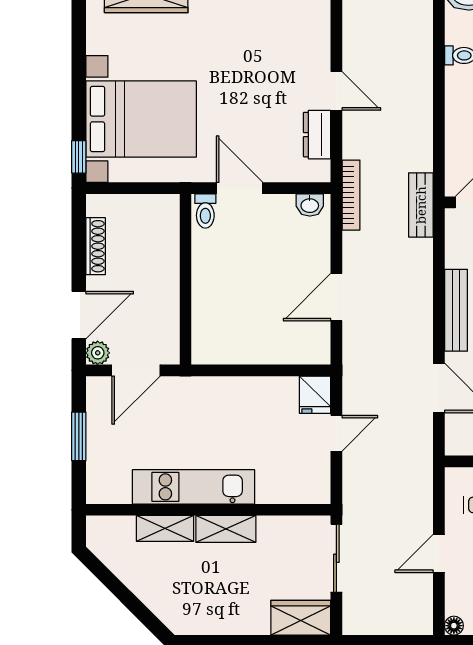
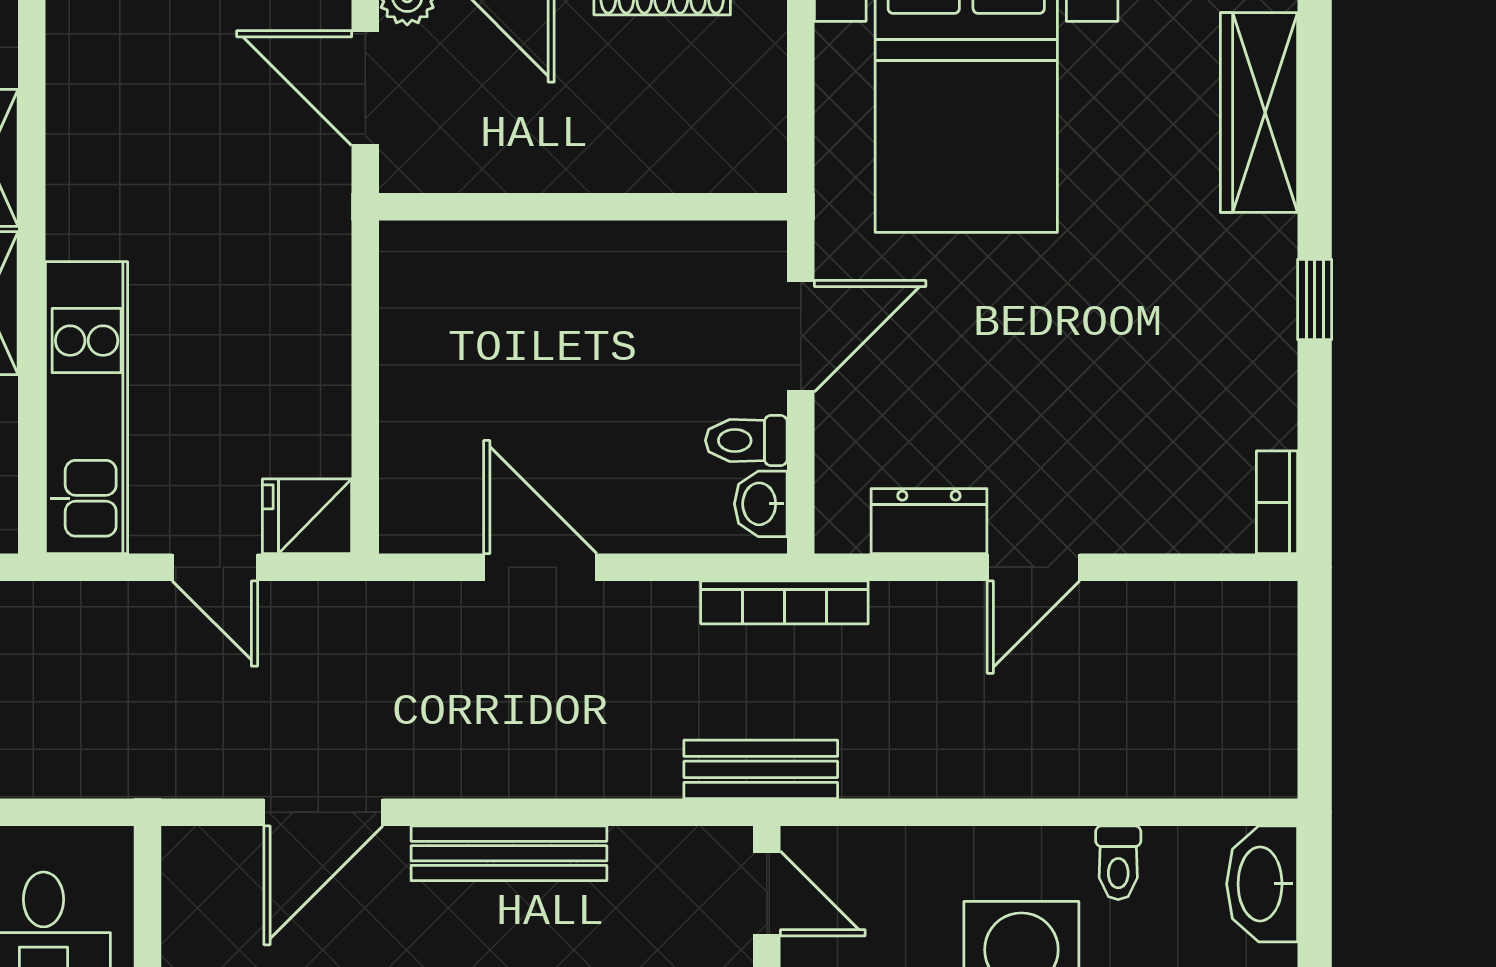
toilet: (205, 211) -> (746, 440), moved
kitchen unit: (193, 487) -> (87, 408), moved

